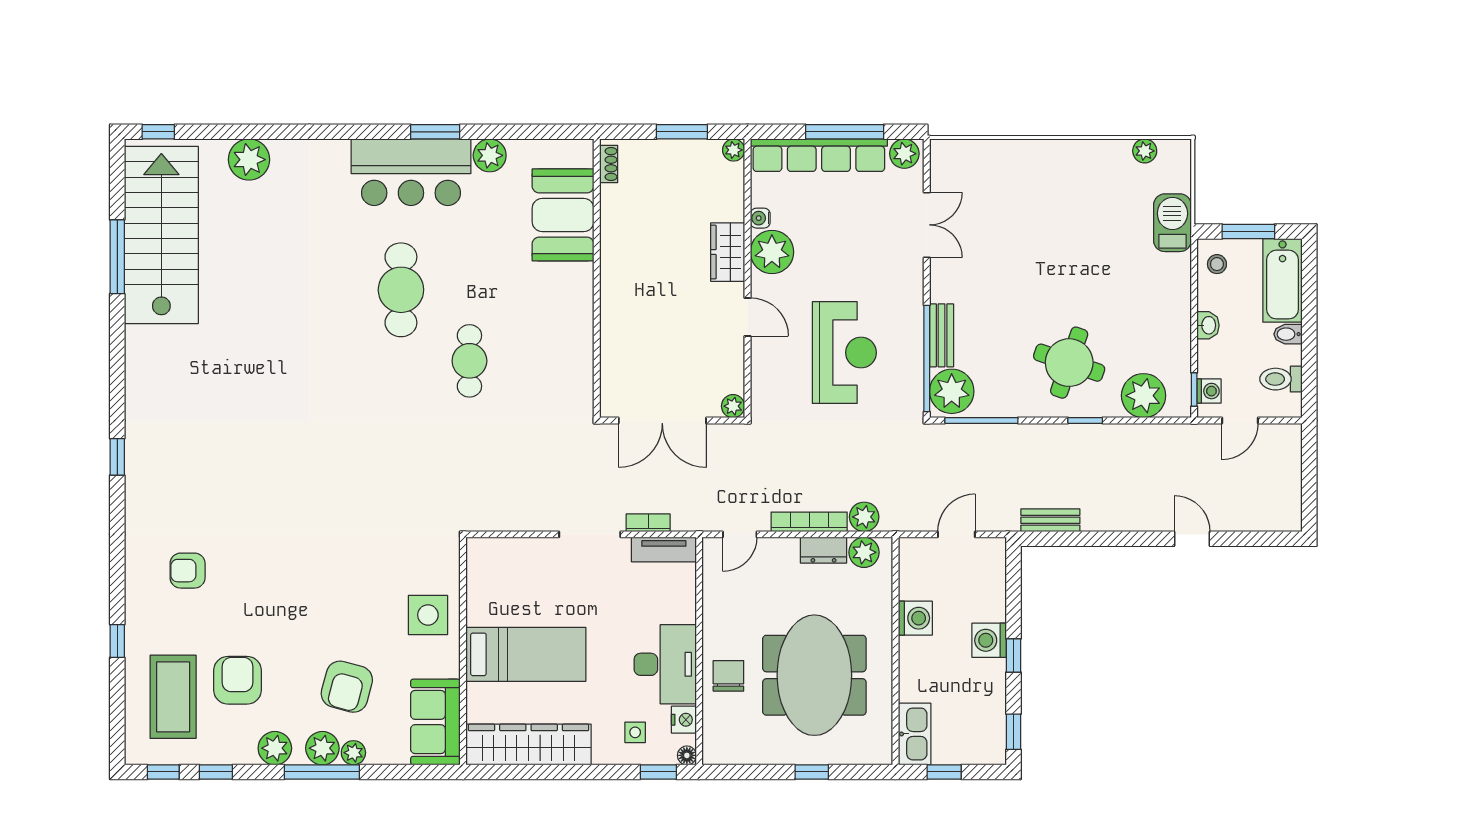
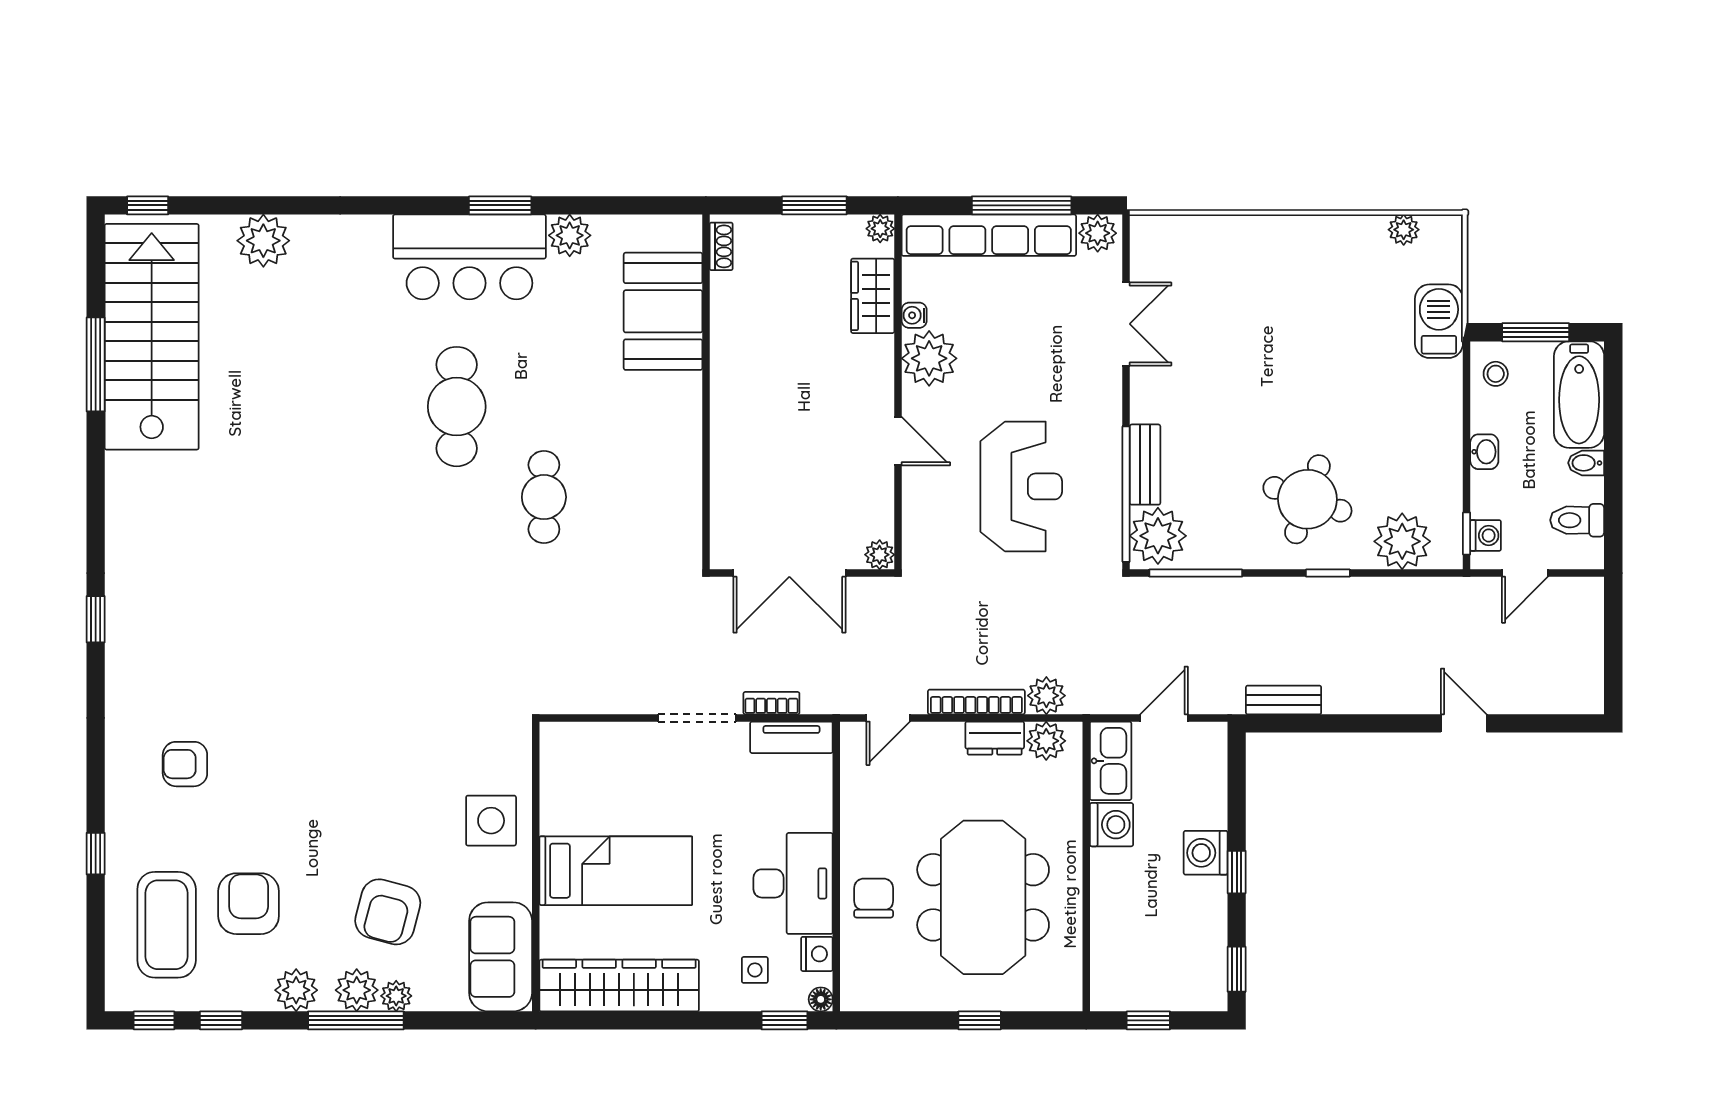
wardrobe: (728, 252) -> (873, 296), moved
kitchen sink: (915, 734) -> (1111, 761), moved

